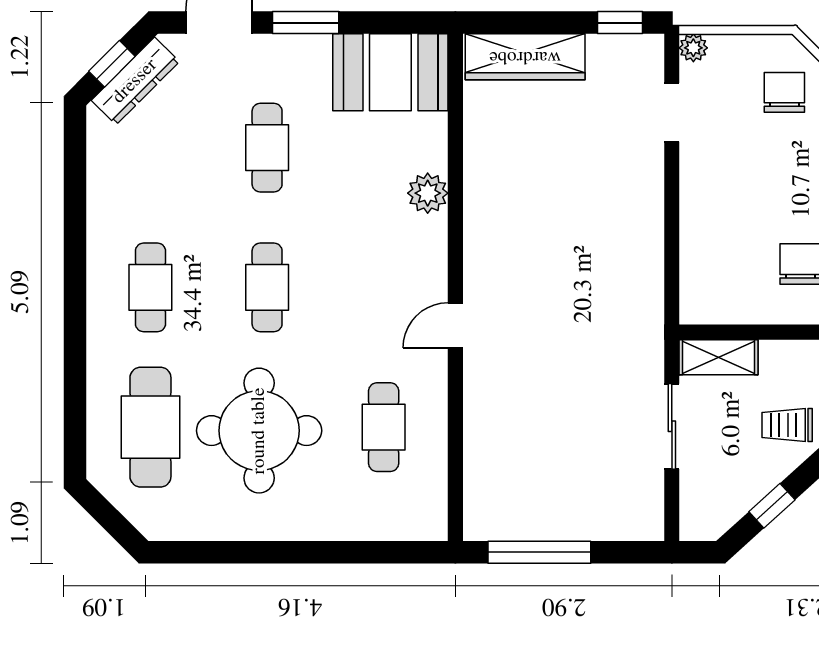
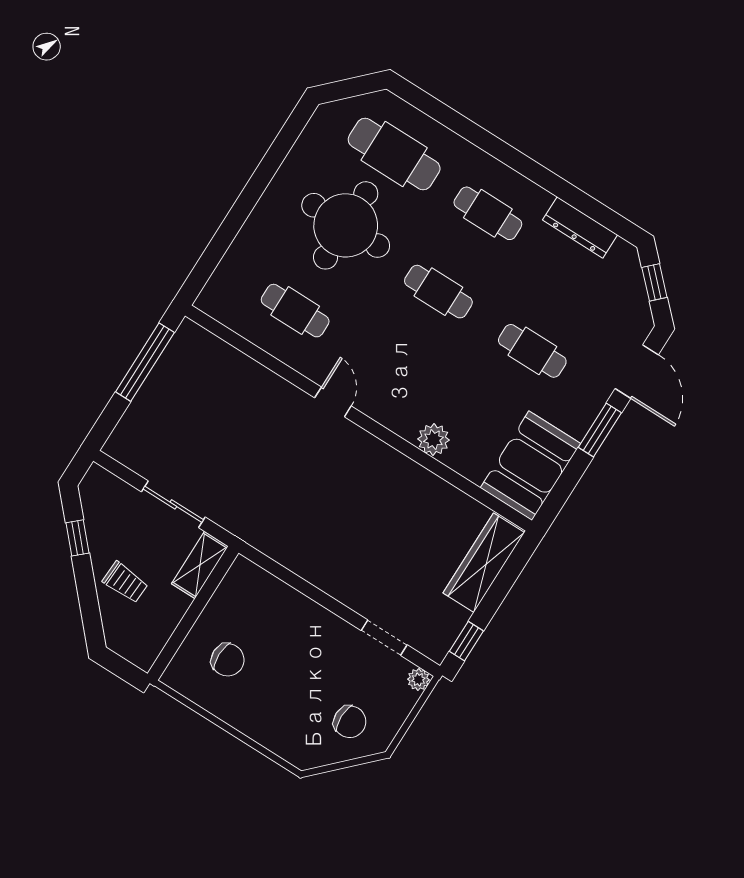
dresser: (135, 81) -> (580, 227), moved, turned -45
trolley: (787, 425) -> (125, 582), turned 93

